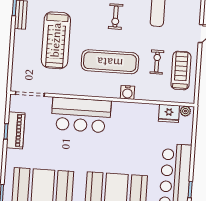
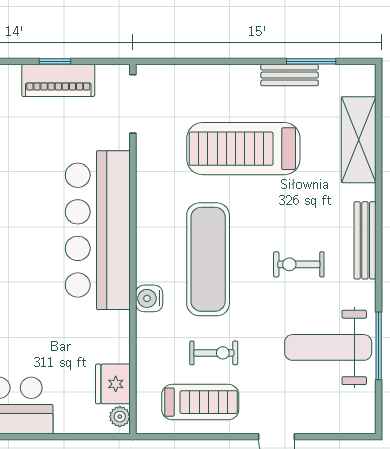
bar counter: (81, 115) -> (98, 230), width x1.36

